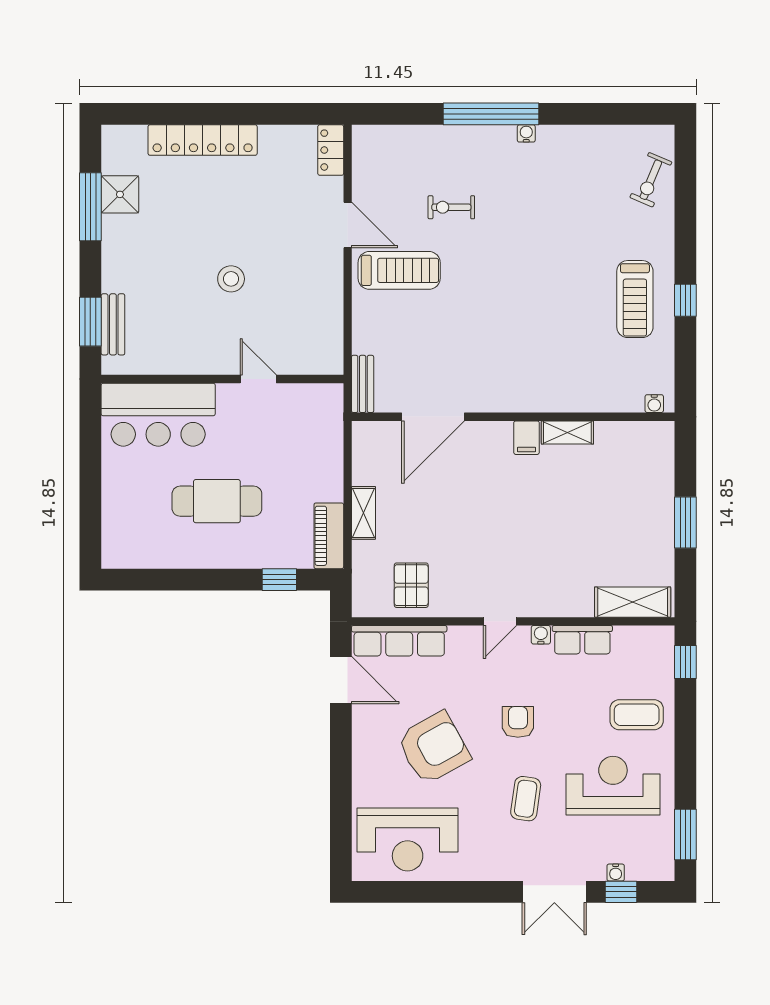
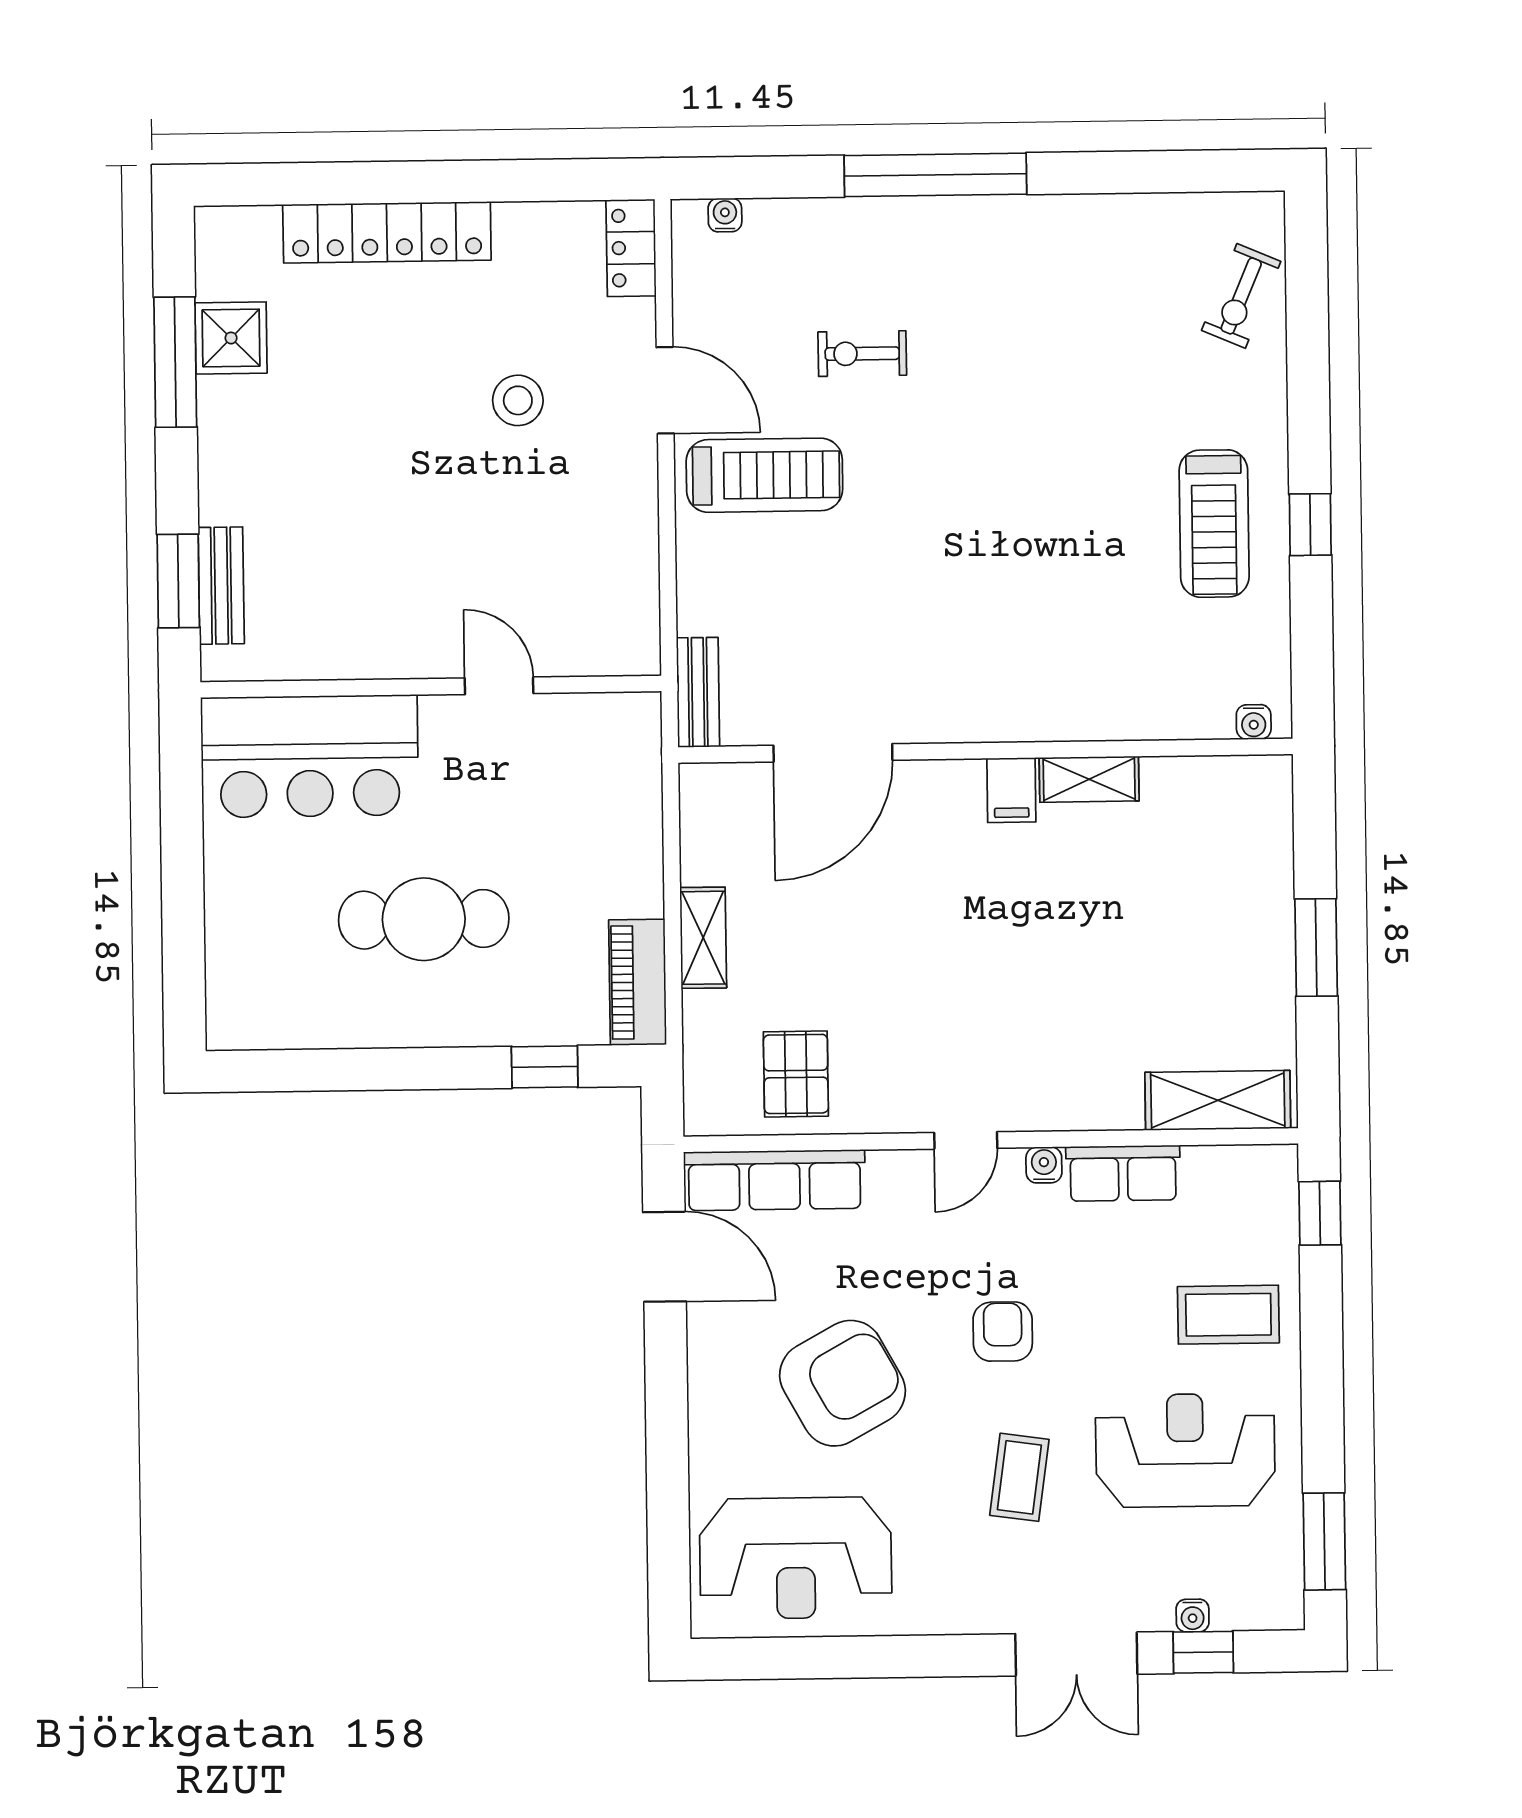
water cooler: (526, 133) -> (725, 215), moved
stool: (231, 279) -> (518, 400), moved

